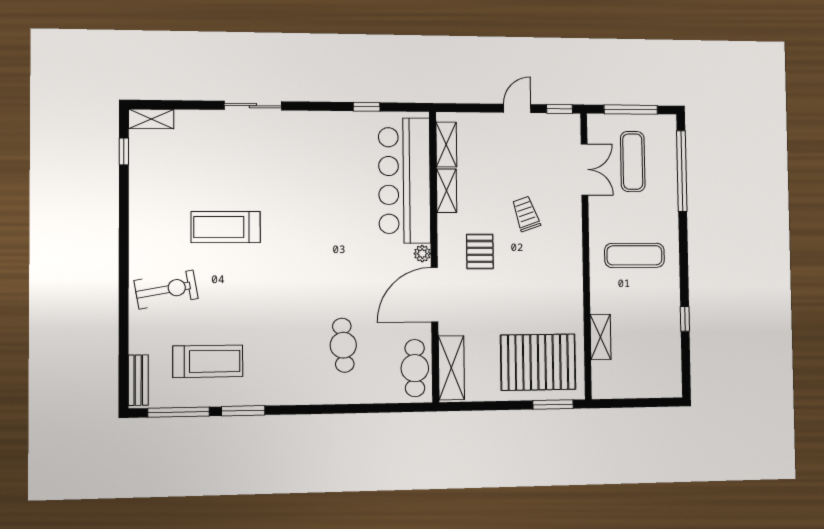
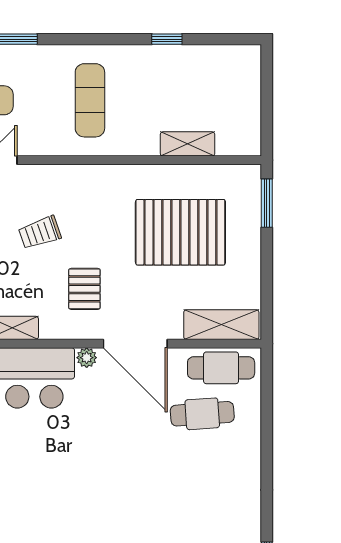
pallet: (480, 251) -> (84, 289), turned 90
cafe table: (343, 345) -> (202, 414), moved
pallet: (538, 362) -> (180, 232), moved, turned 90

